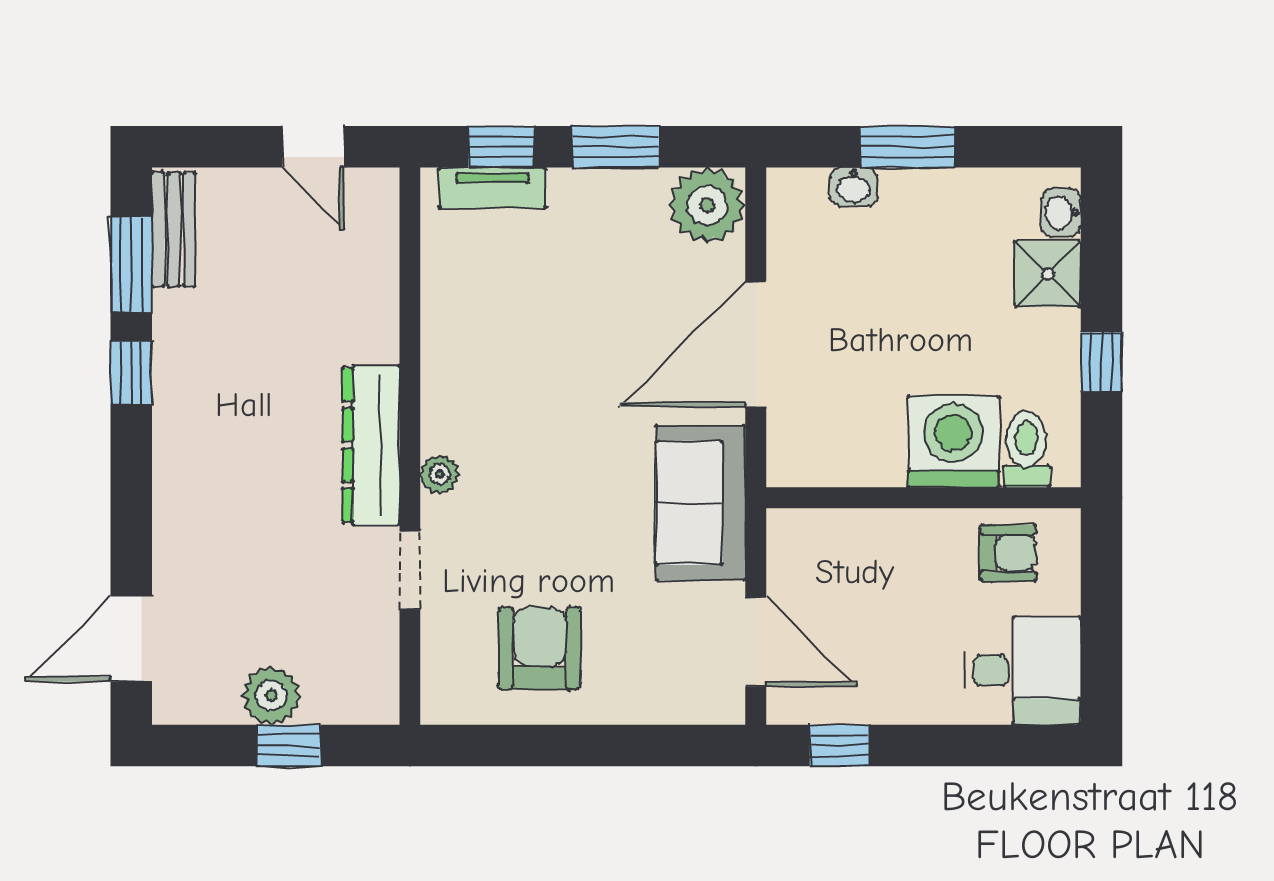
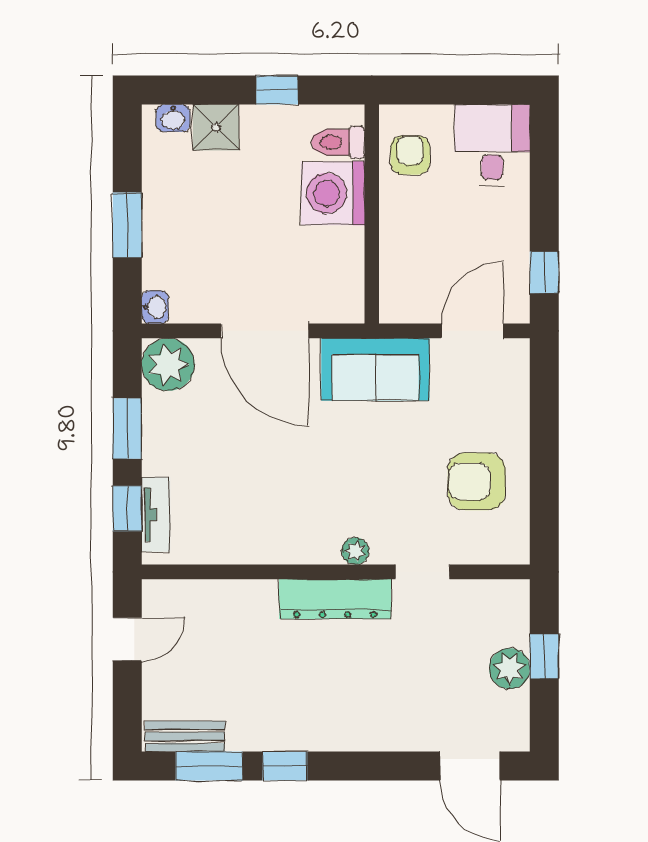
washbasin: (854, 187) -> (155, 307), moved

